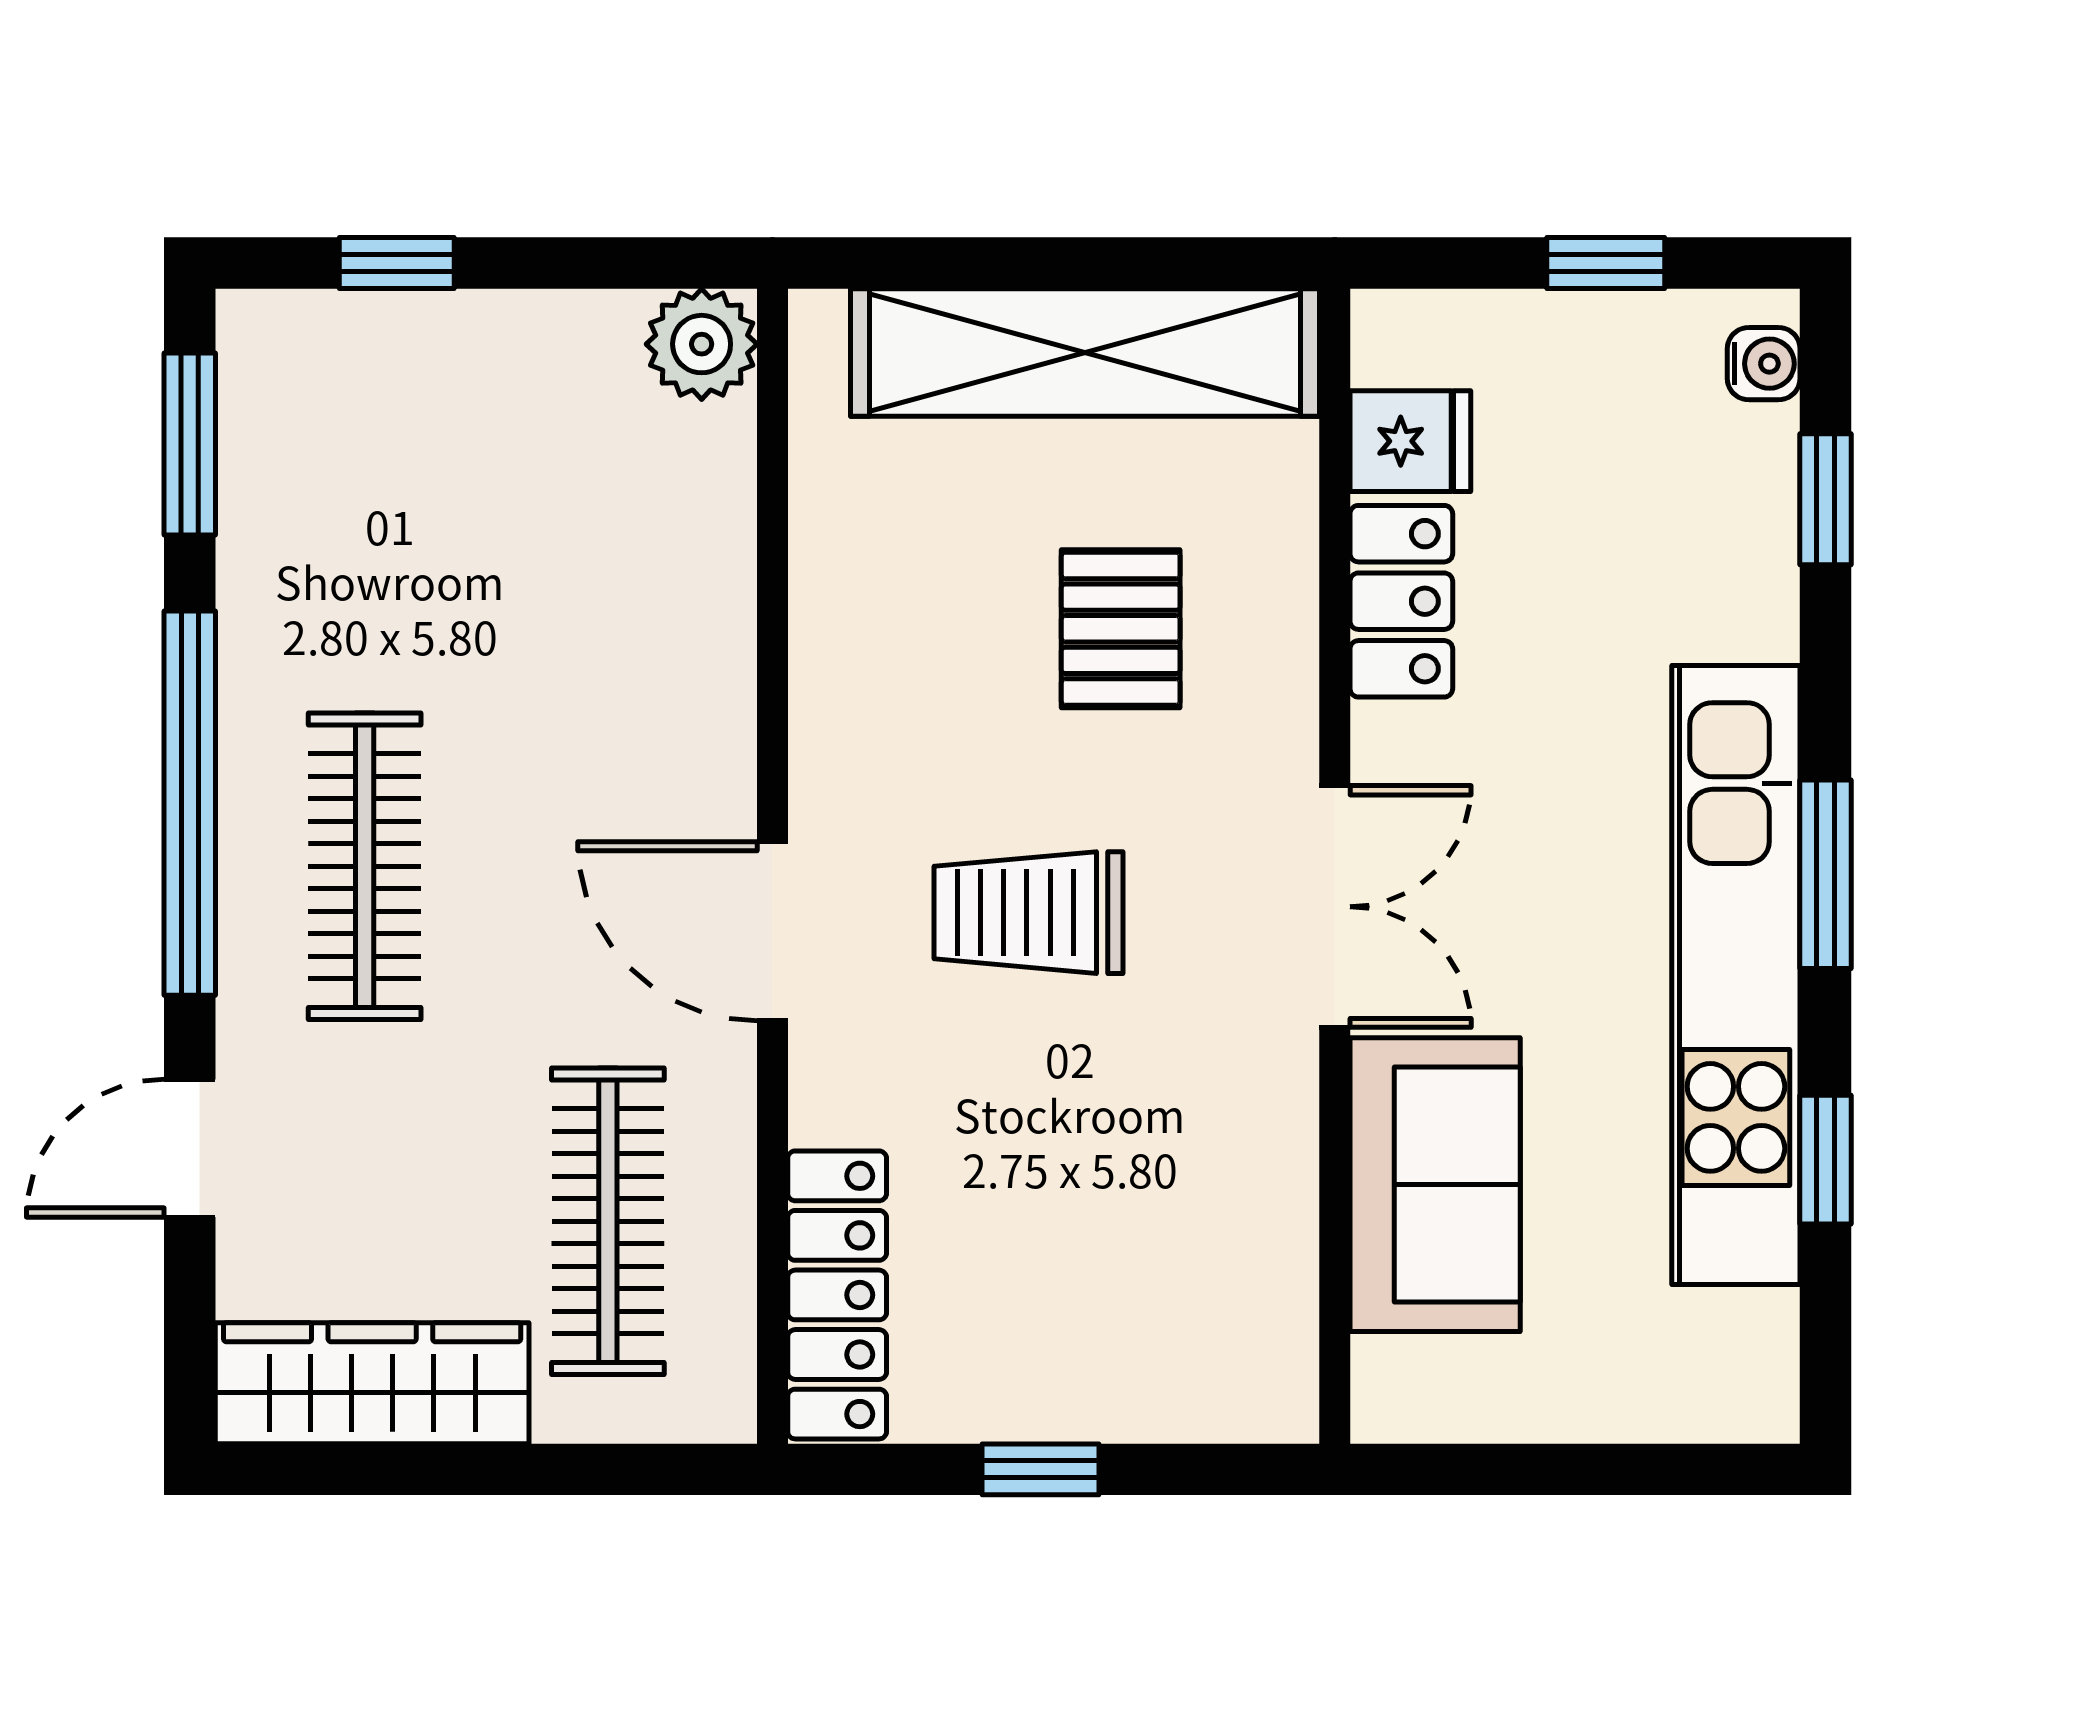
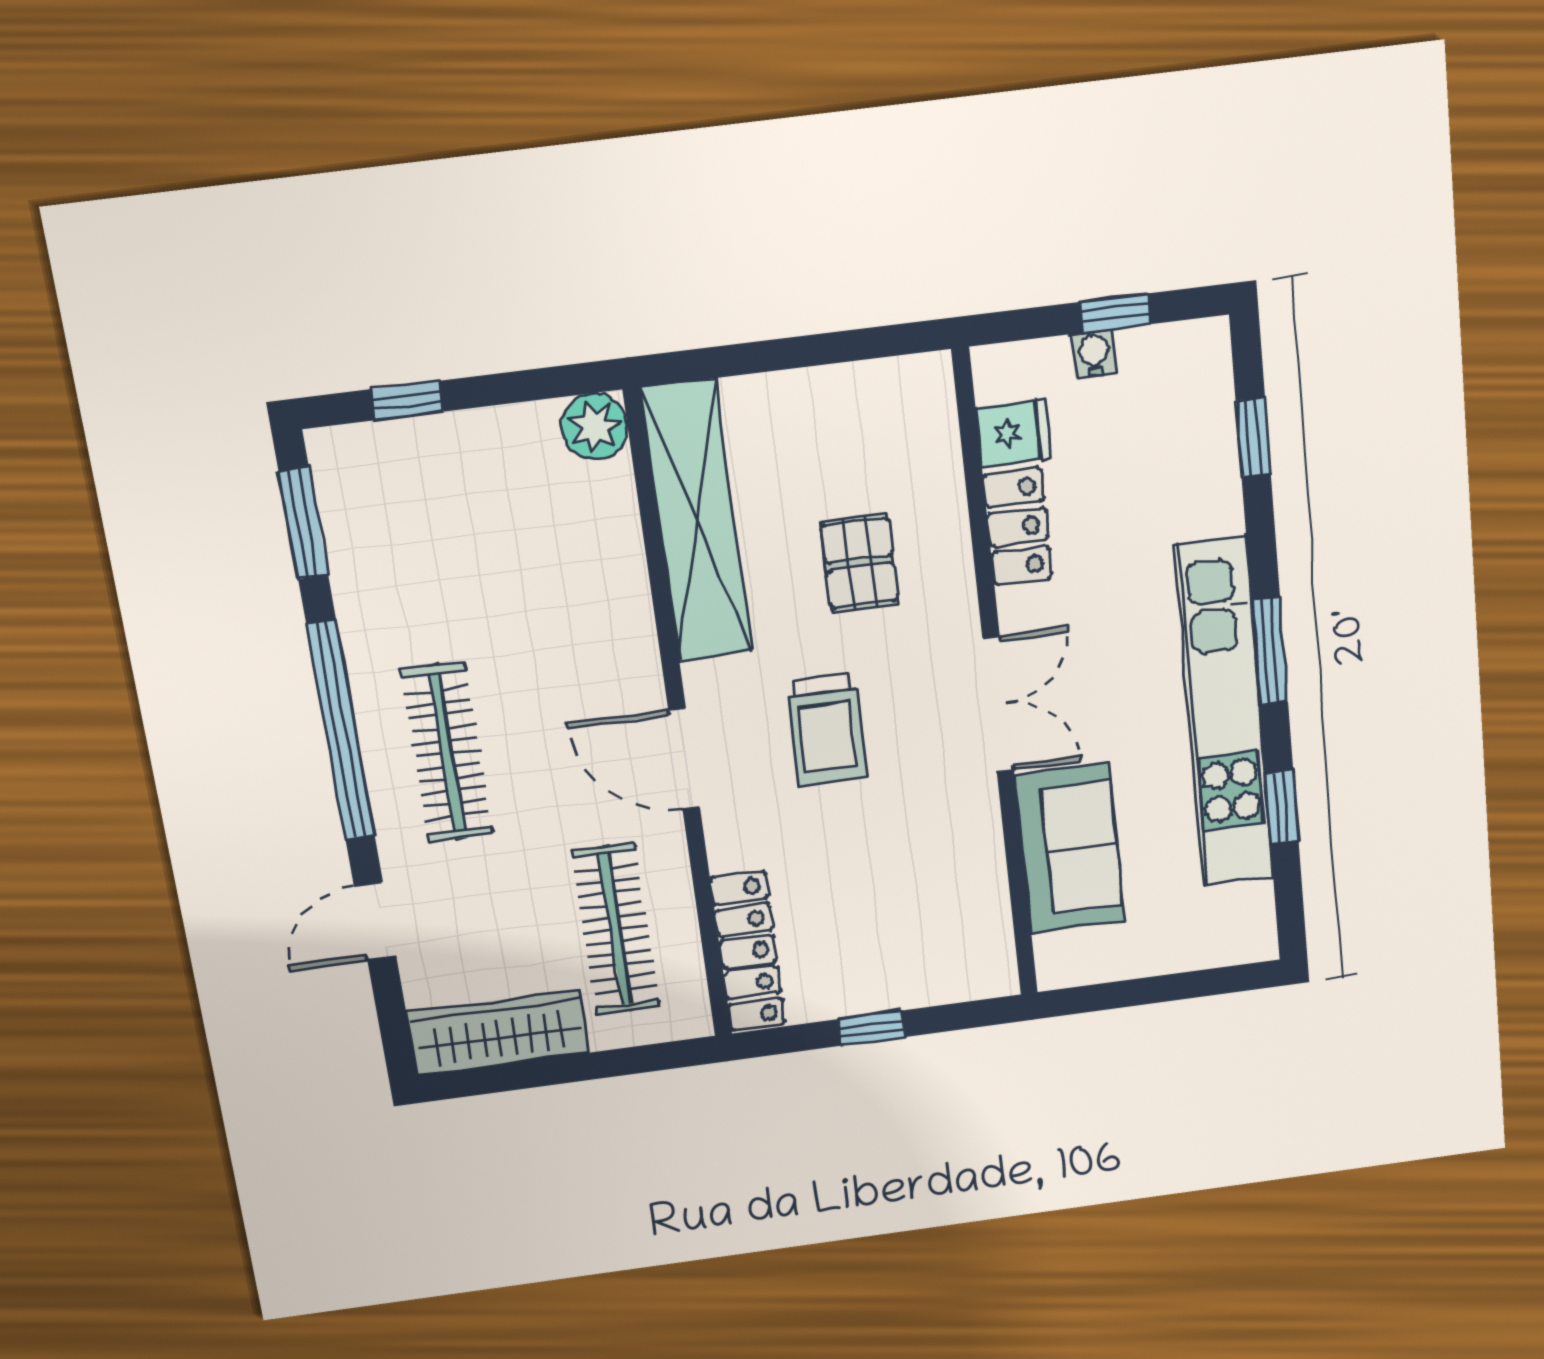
shelving: (1085, 353) -> (697, 521), moved, turned 90
water cooler: (1764, 364) -> (1094, 353), moved, turned -90
trolley: (1029, 913) -> (827, 730), turned -90

